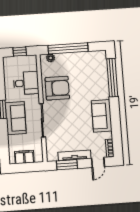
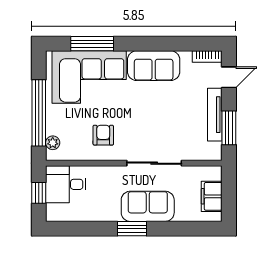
corner sofa: (92, 77) -> (89, 77), added
window: (112, 78) -> (92, 44), width x0.68
desk: (26, 83) -> (66, 184), moved, turned -90
armchair: (57, 88) -> (103, 135), width x0.53, depth x0.53
door: (98, 162) -> (229, 77), hinge flipped

